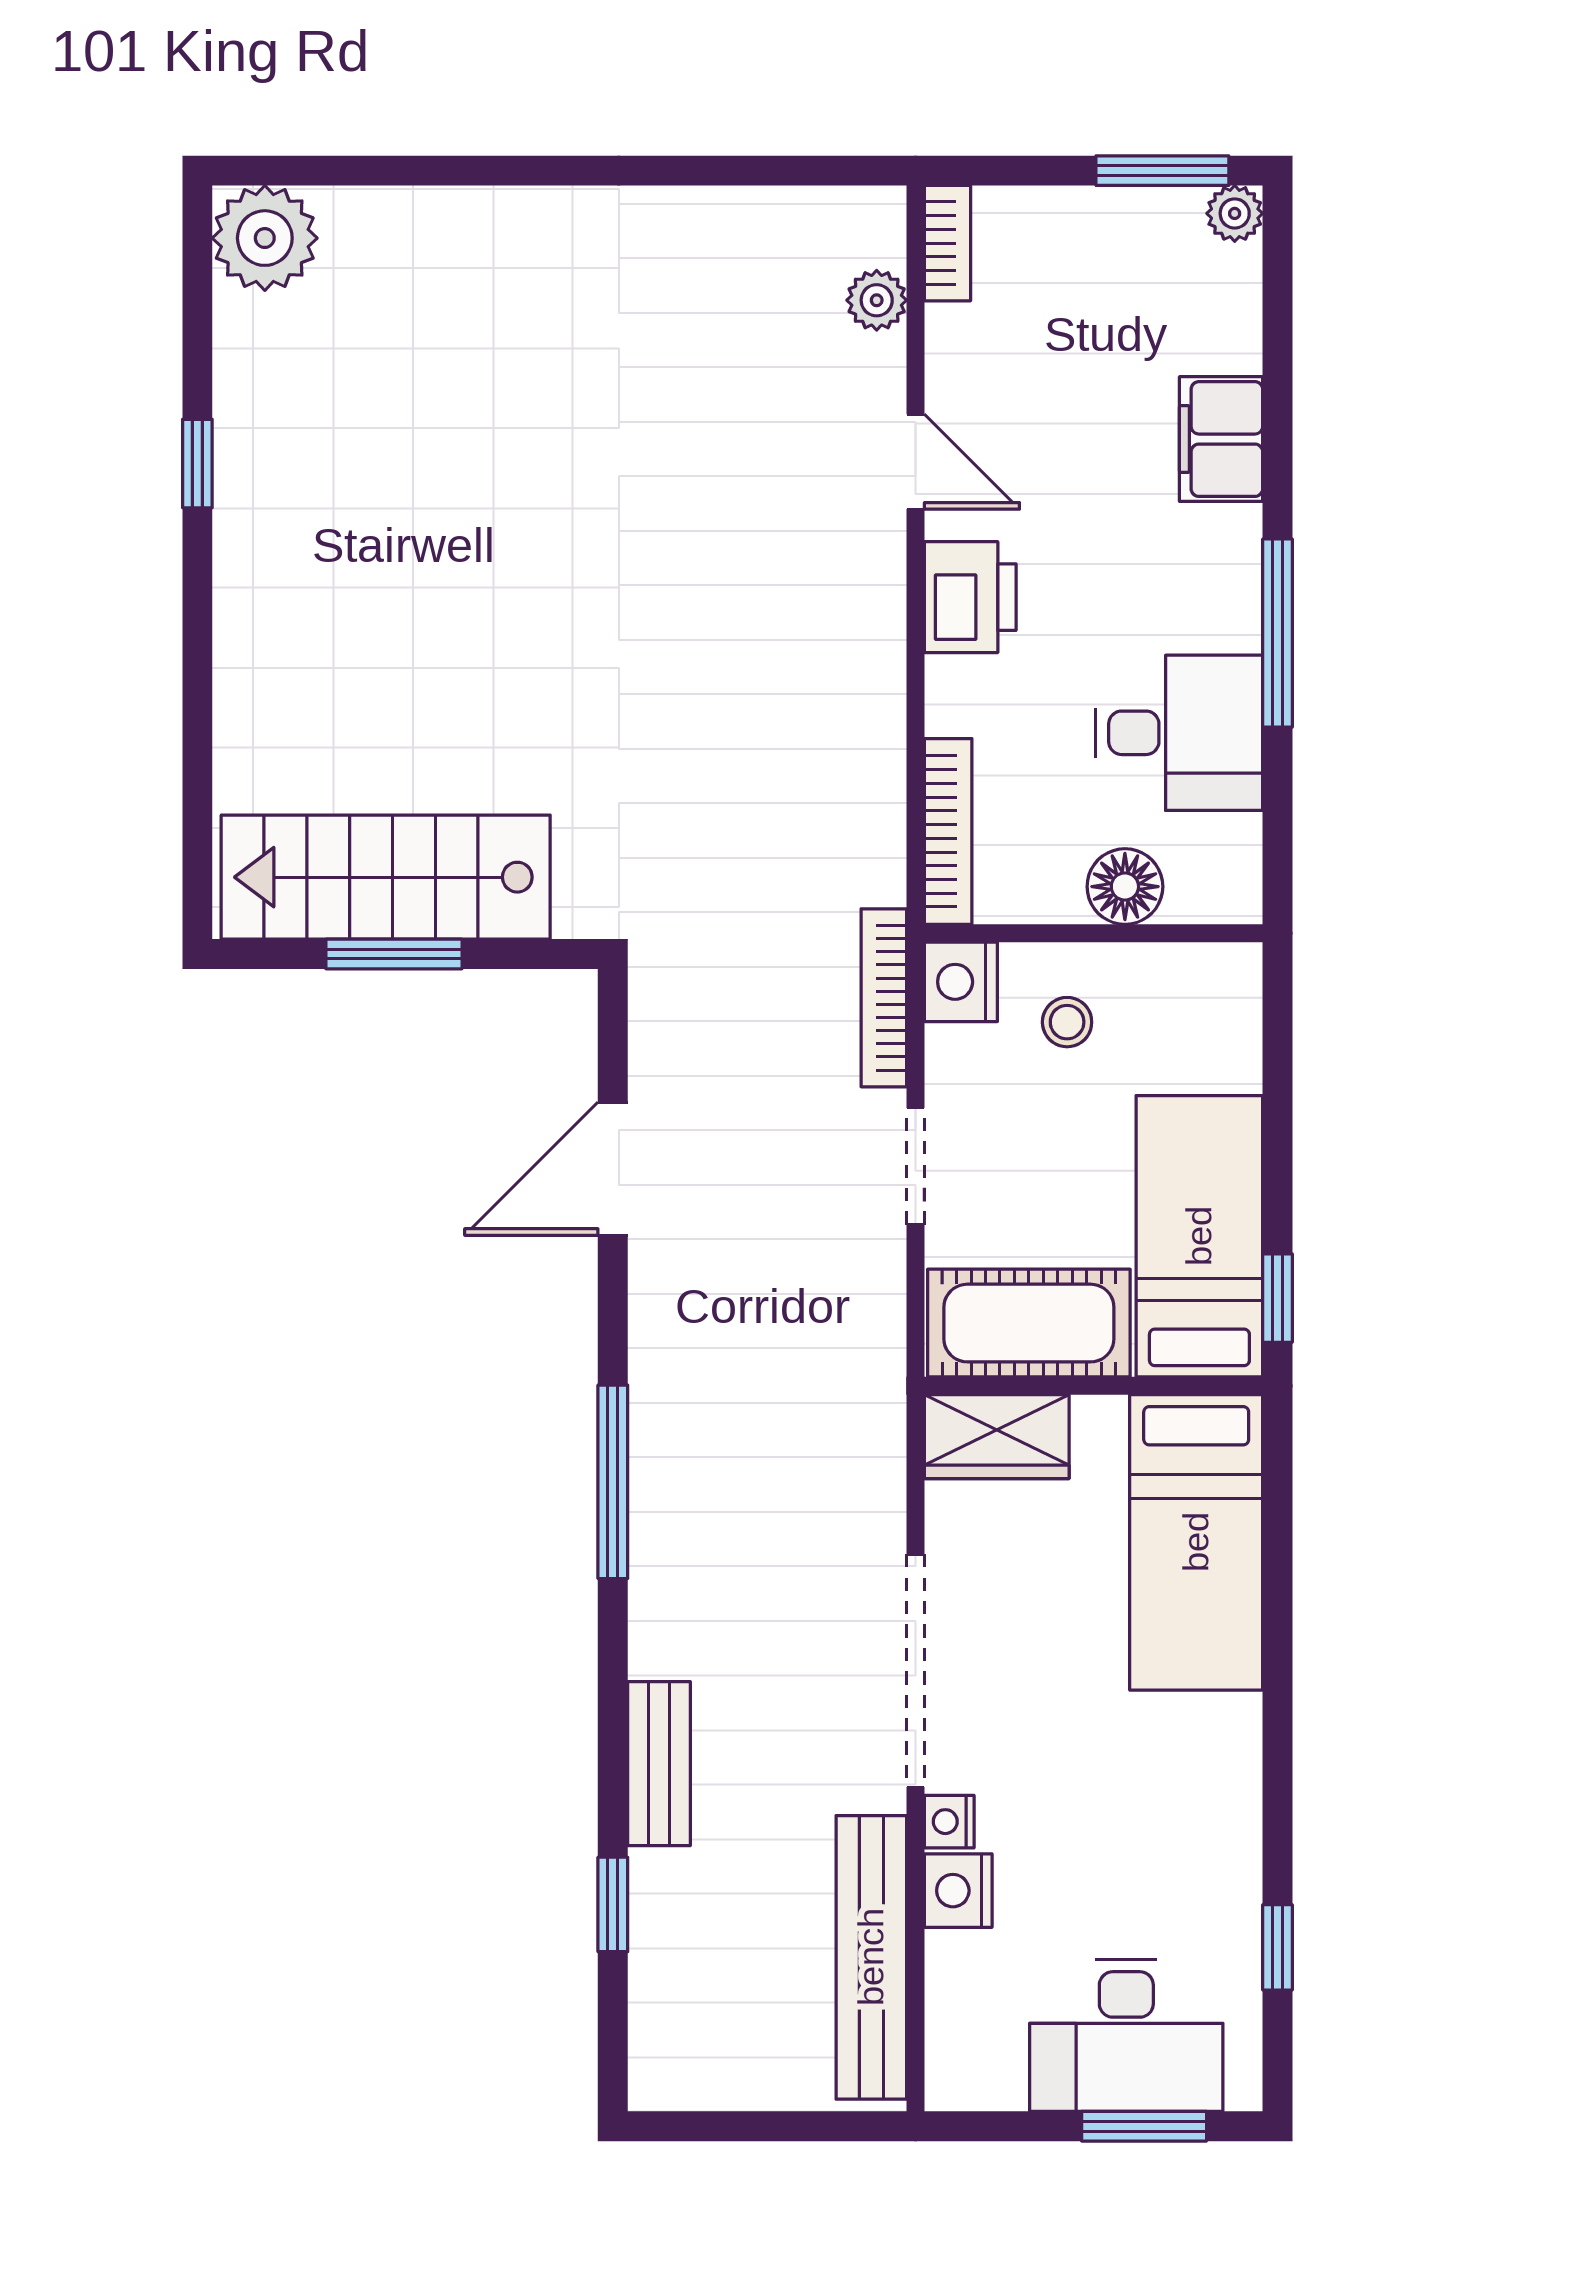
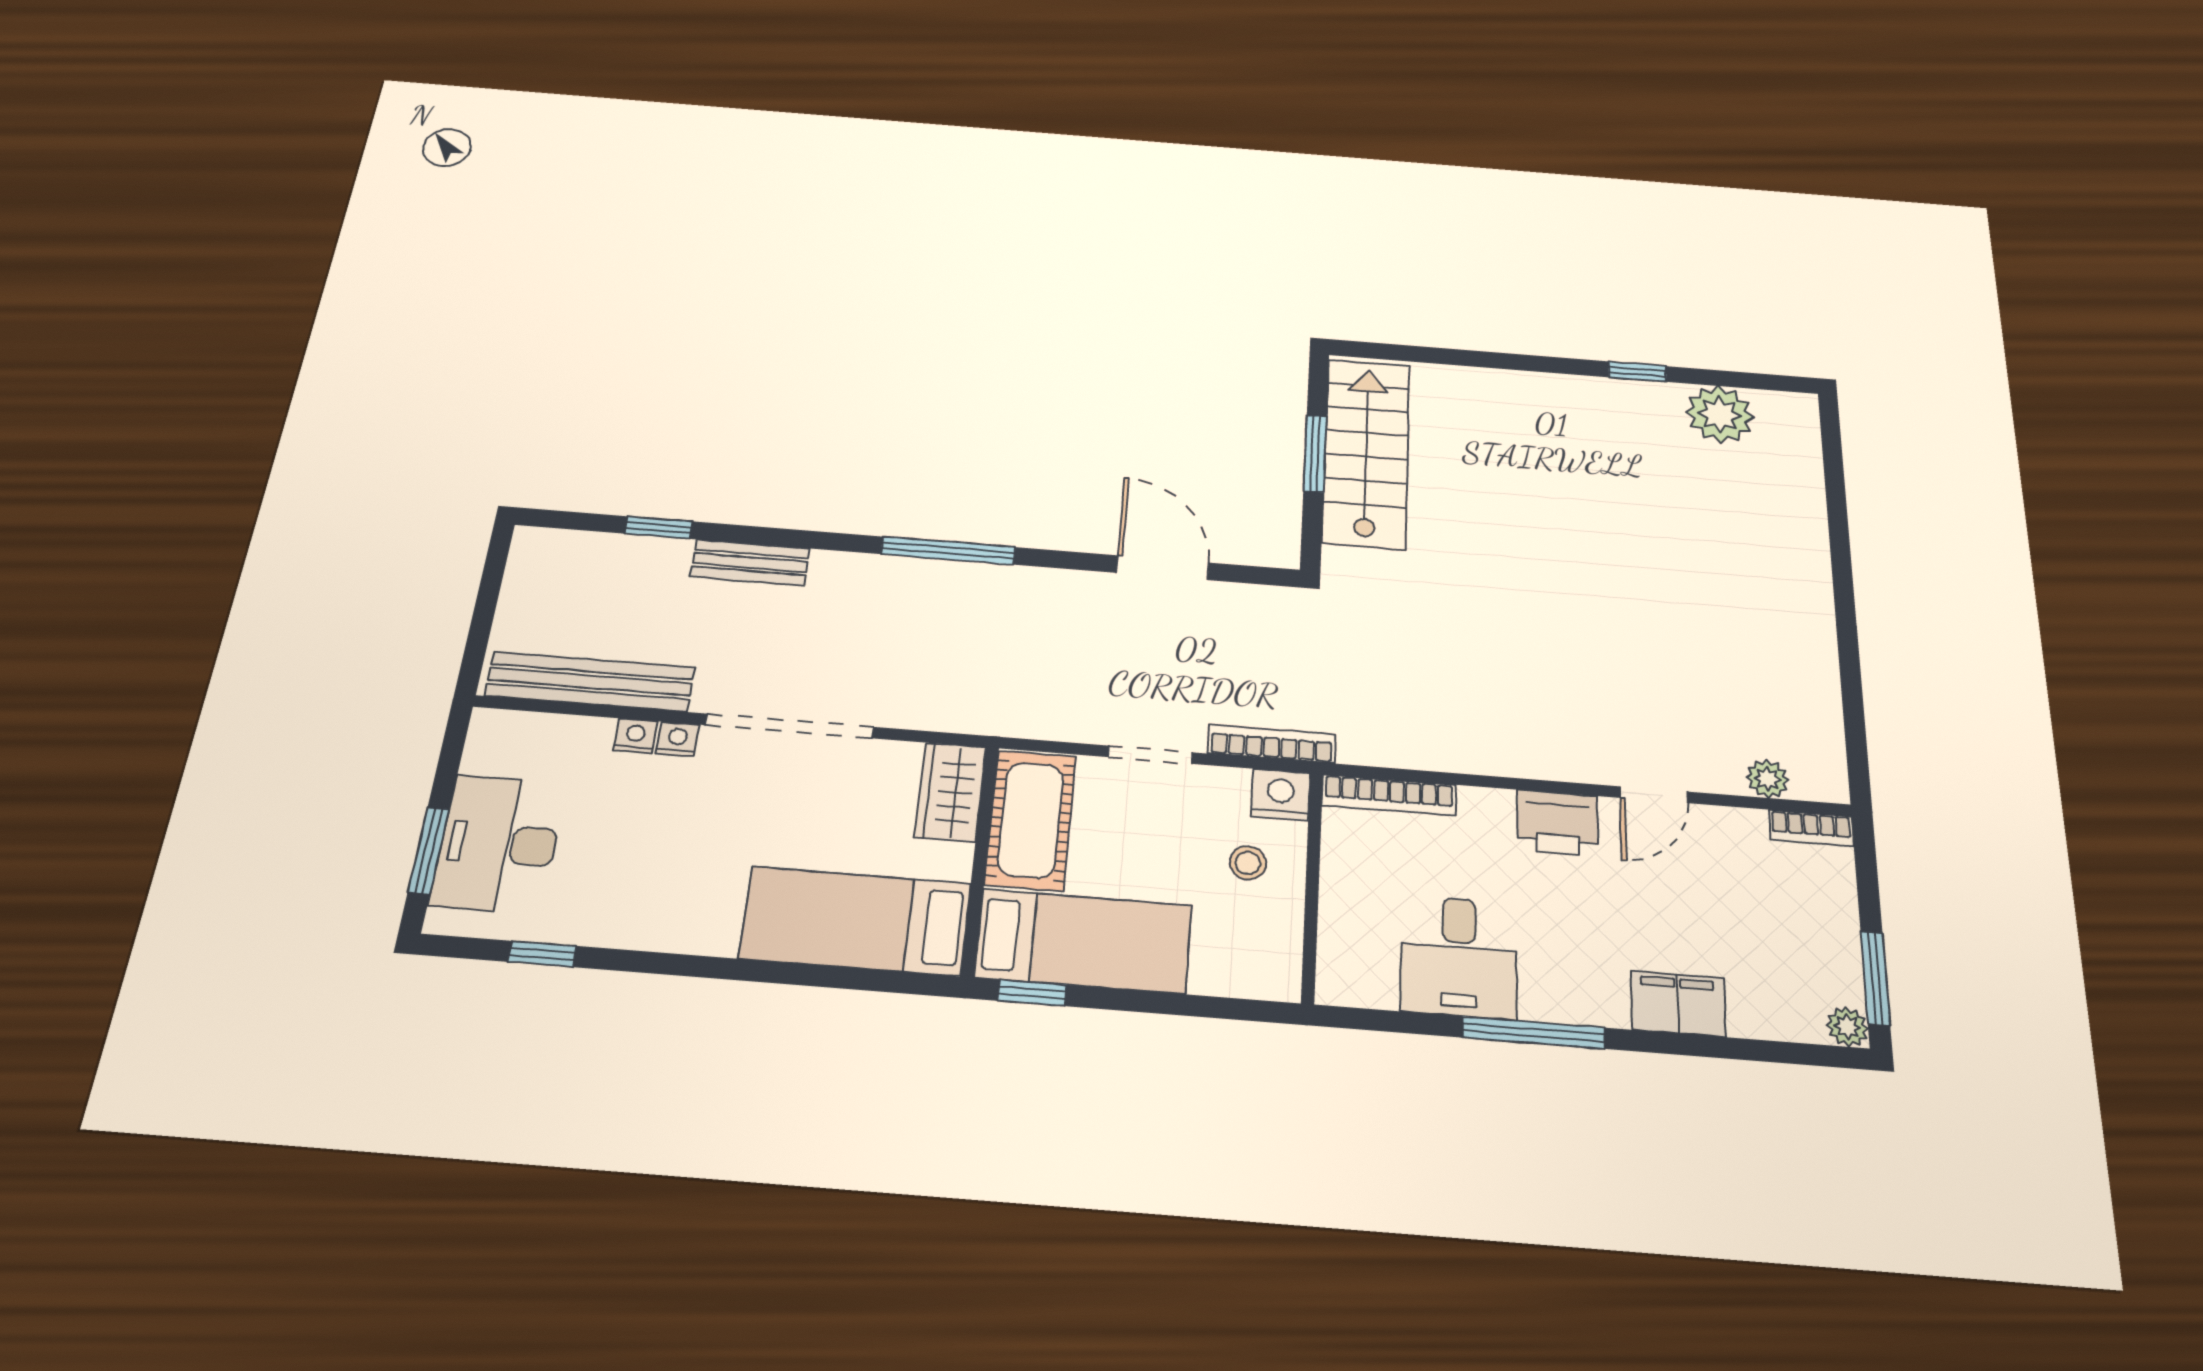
plant: (265, 238) -> (1720, 414), moved
floor lamp: (1125, 887) -> (1346, 910), removed
nightstand: (958, 1891) -> (635, 736), width x0.72, depth x0.74

